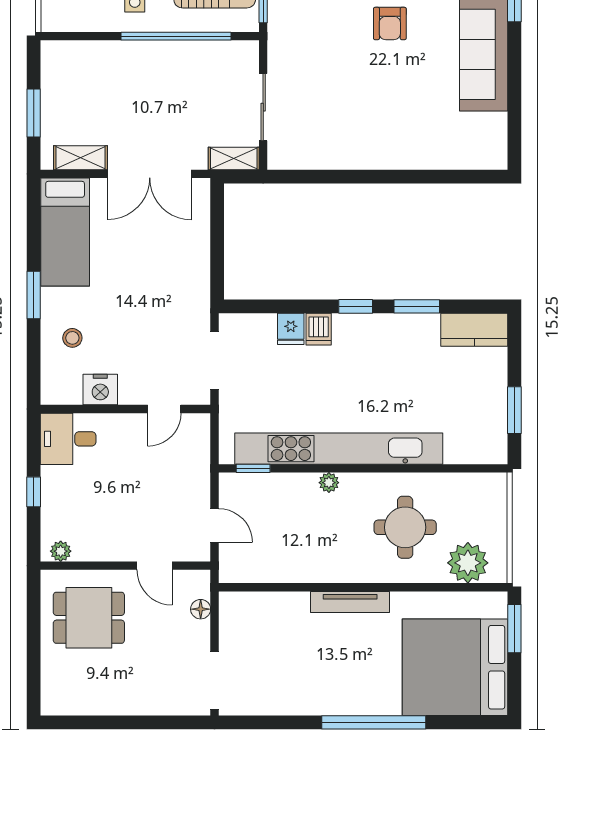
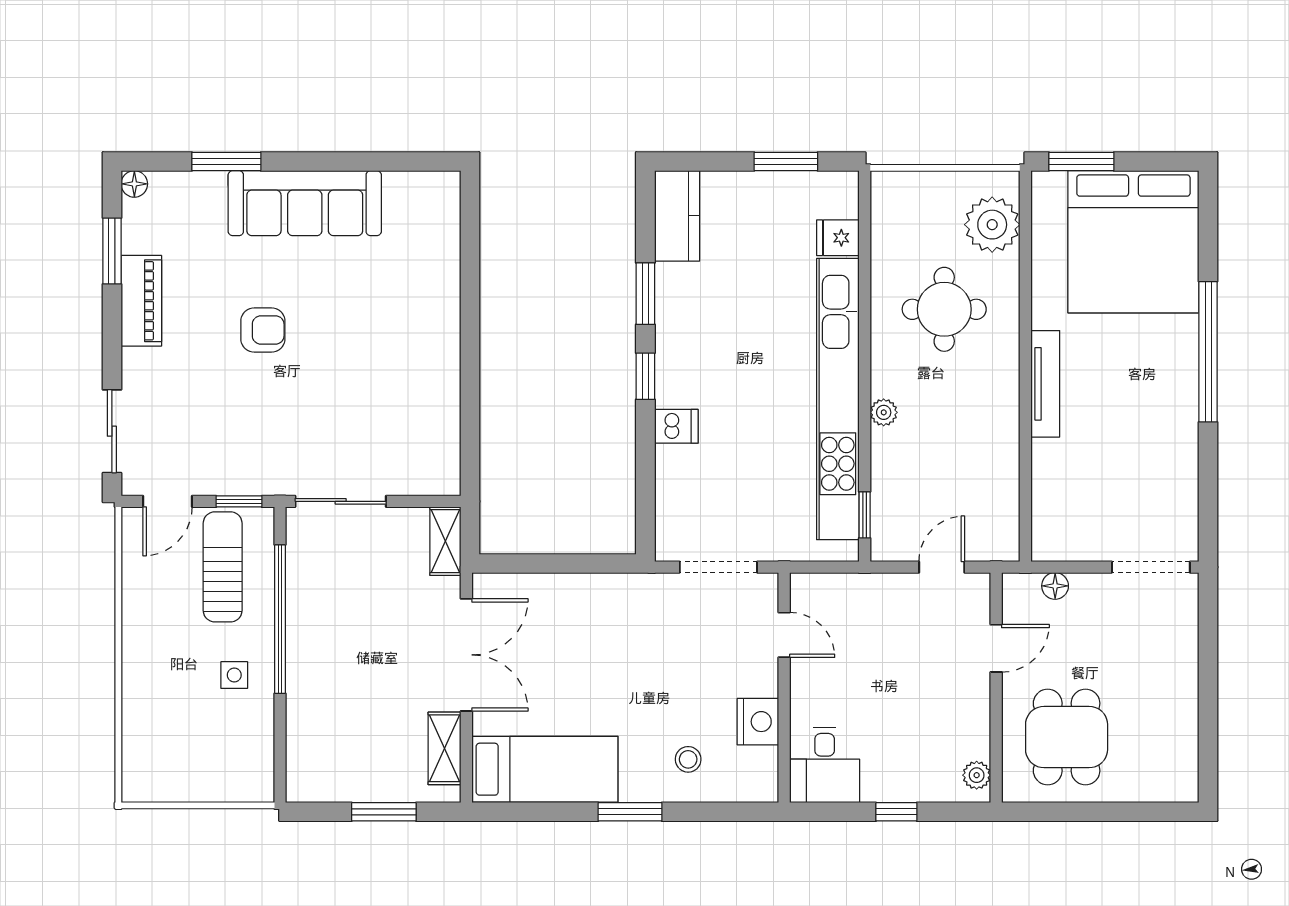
sliding door: (263, 107) -> (341, 501), moved
fridge: (291, 329) -> (838, 238), moved, turned 180

